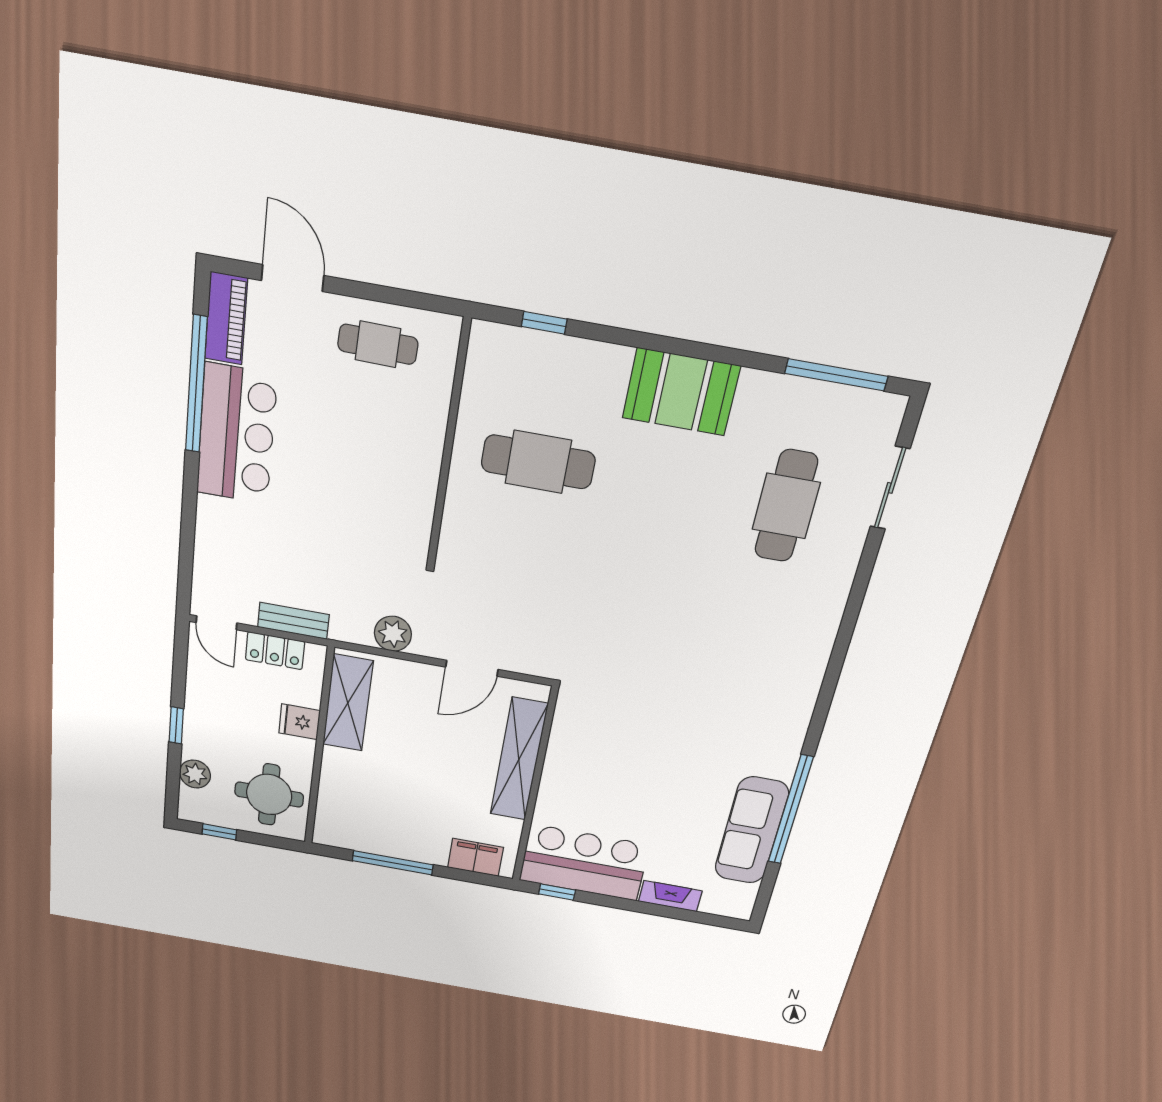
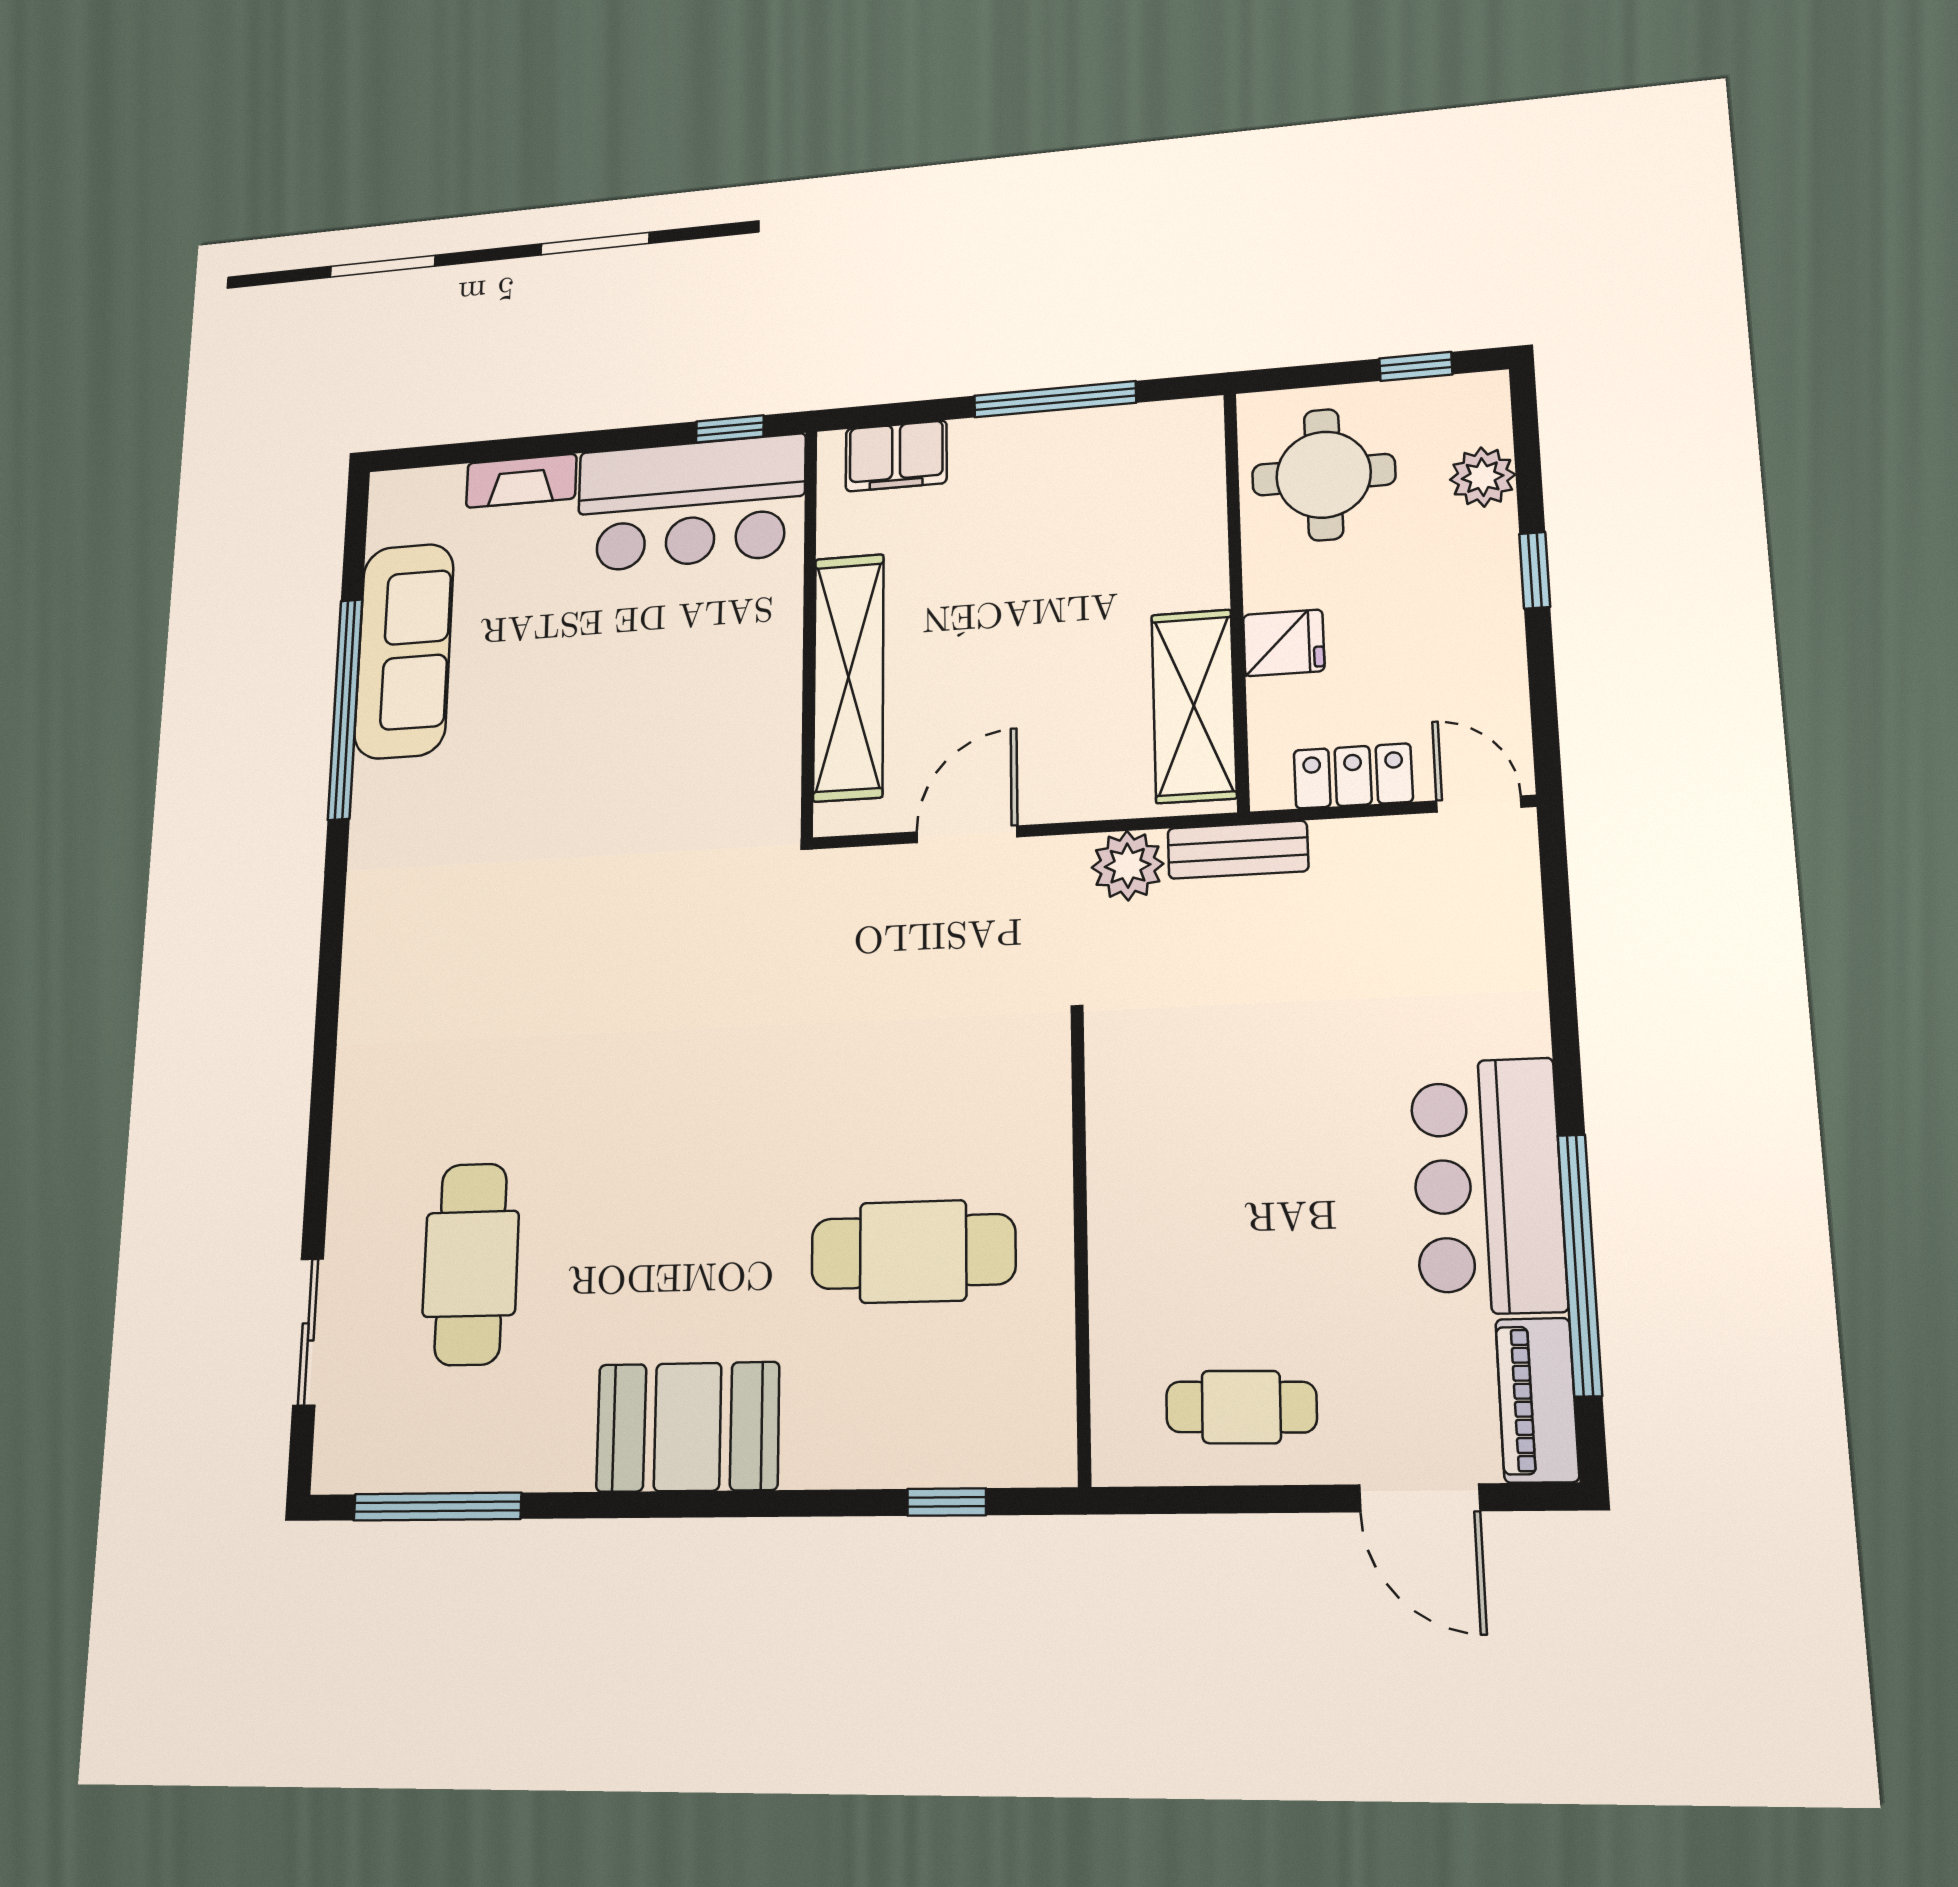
bench: (293, 621) -> (1238, 850), moved

